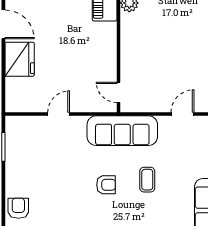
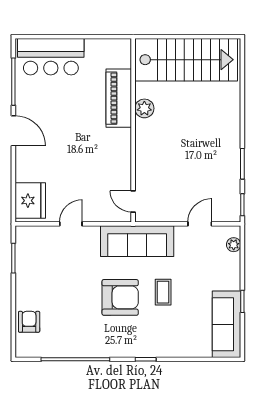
fridge: (20, 59) -> (30, 201), moved
armchair: (106, 185) -> (120, 297), width x1.88, depth x1.88

